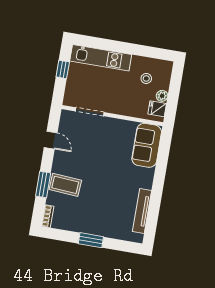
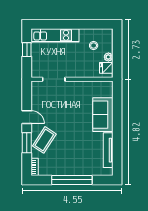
door: (51, 140) -> (27, 117), moved
sofa: (147, 145) -> (103, 115), moved
coffee table: (65, 185) -> (44, 140), turned -61
window: (91, 240) -> (72, 180), width x2.11

